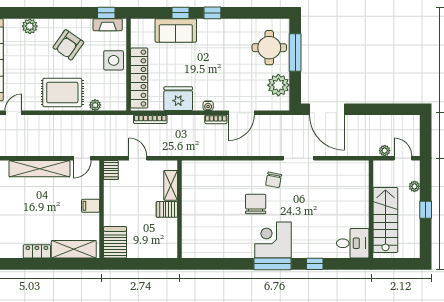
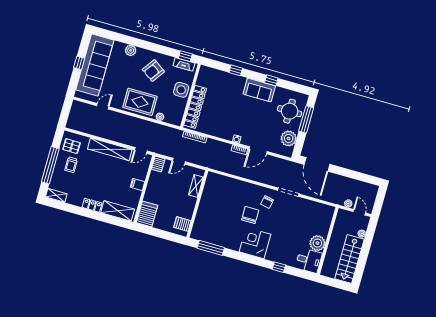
window: (212, 13) -> (271, 80), moved
sofa: (176, 30) -> (259, 90), moved
fridge: (178, 99) -> (218, 128), removed
door: (138, 158) -> (179, 161), swing flipped
server rack: (167, 209) -> (182, 224), moved
window: (426, 210) -> (365, 252), removed
plant: (358, 216) -> (317, 243), added
stairs: (385, 220) -> (349, 259), moved, turned 180
window: (272, 264) -> (211, 248), moved

